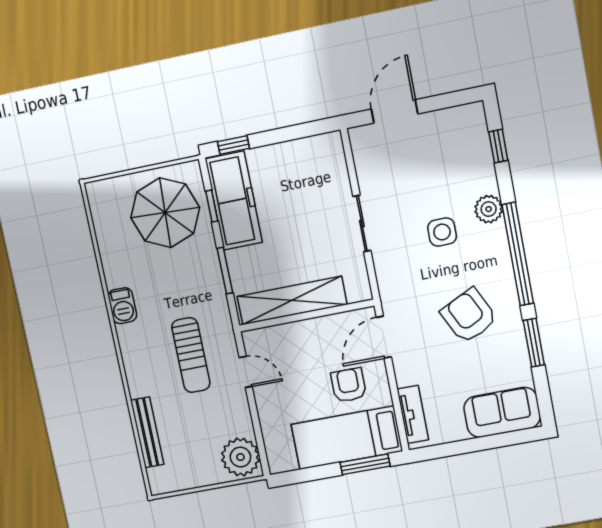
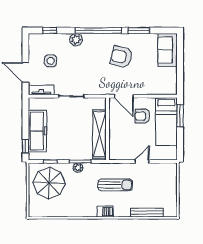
freezer: (234, 201) -> (37, 131), moved, turned 90
side table: (442, 232) -> (51, 61), moved
barbecue: (122, 306) -> (105, 212), moved
armchair: (469, 316) -> (121, 57), turned 40
door: (246, 372) -> (142, 161), moved
tv unit: (413, 414) -> (41, 90), moved
plant: (240, 457) -> (78, 168), moved, width x0.53, depth x0.53

